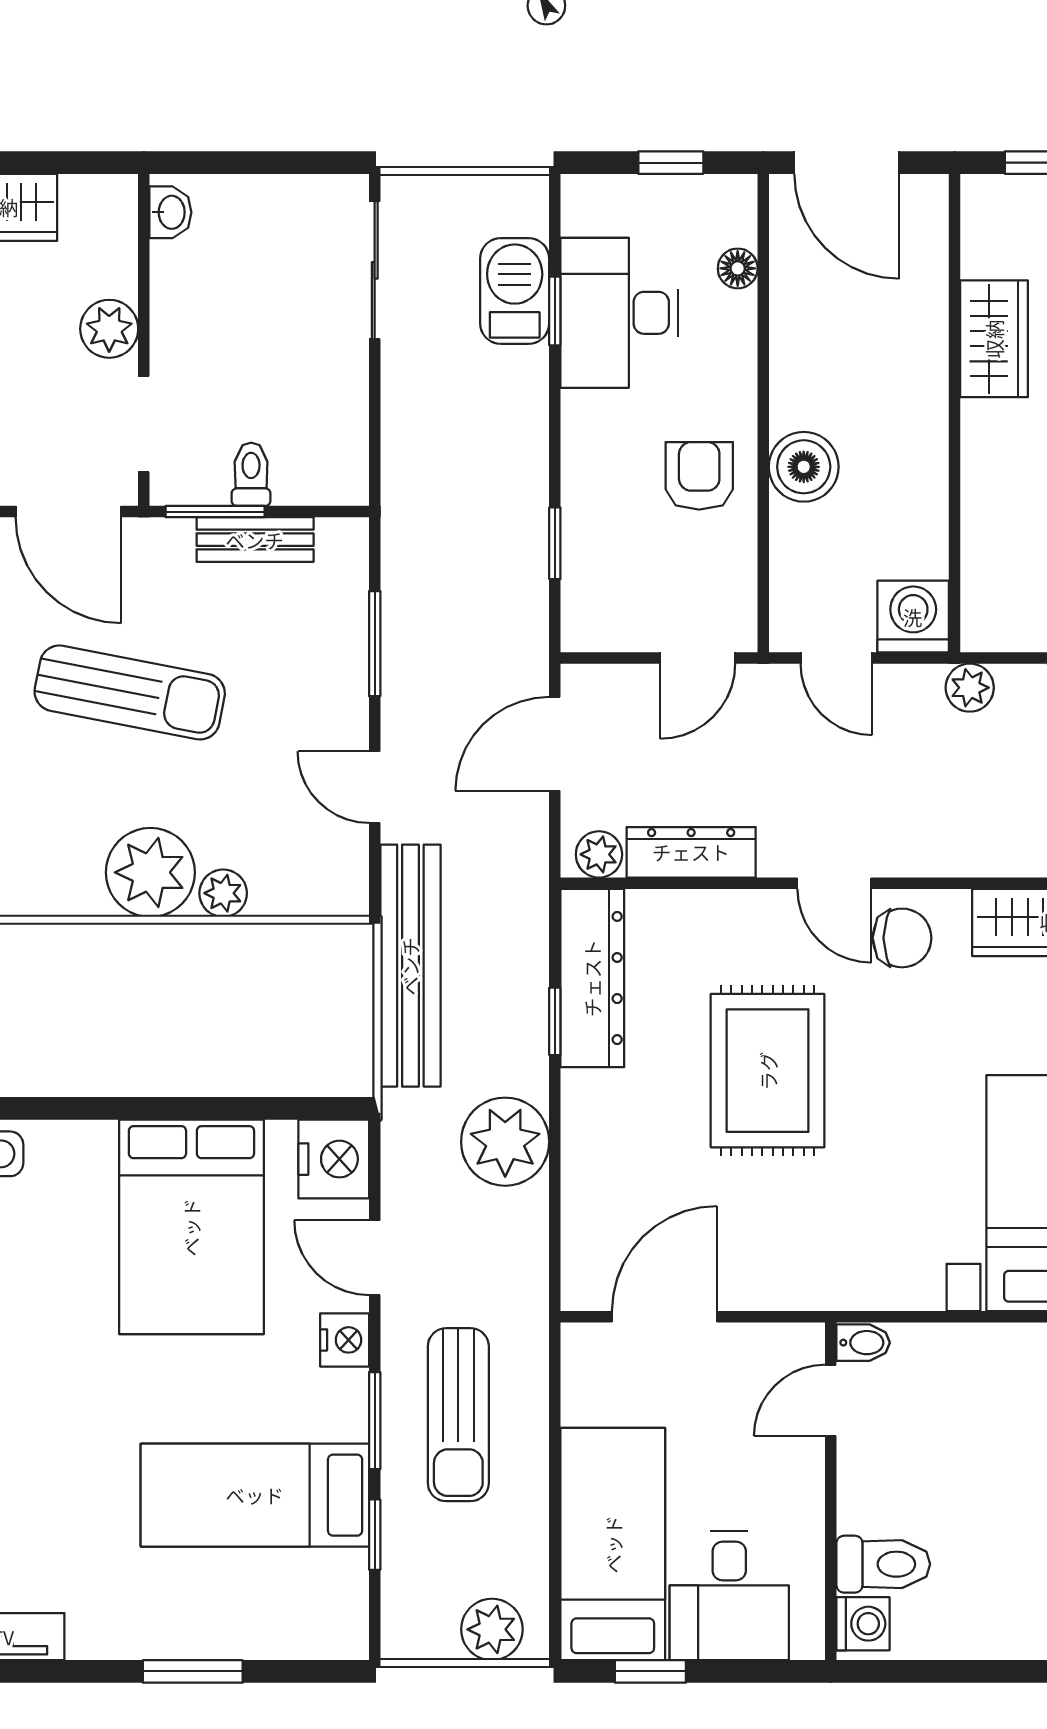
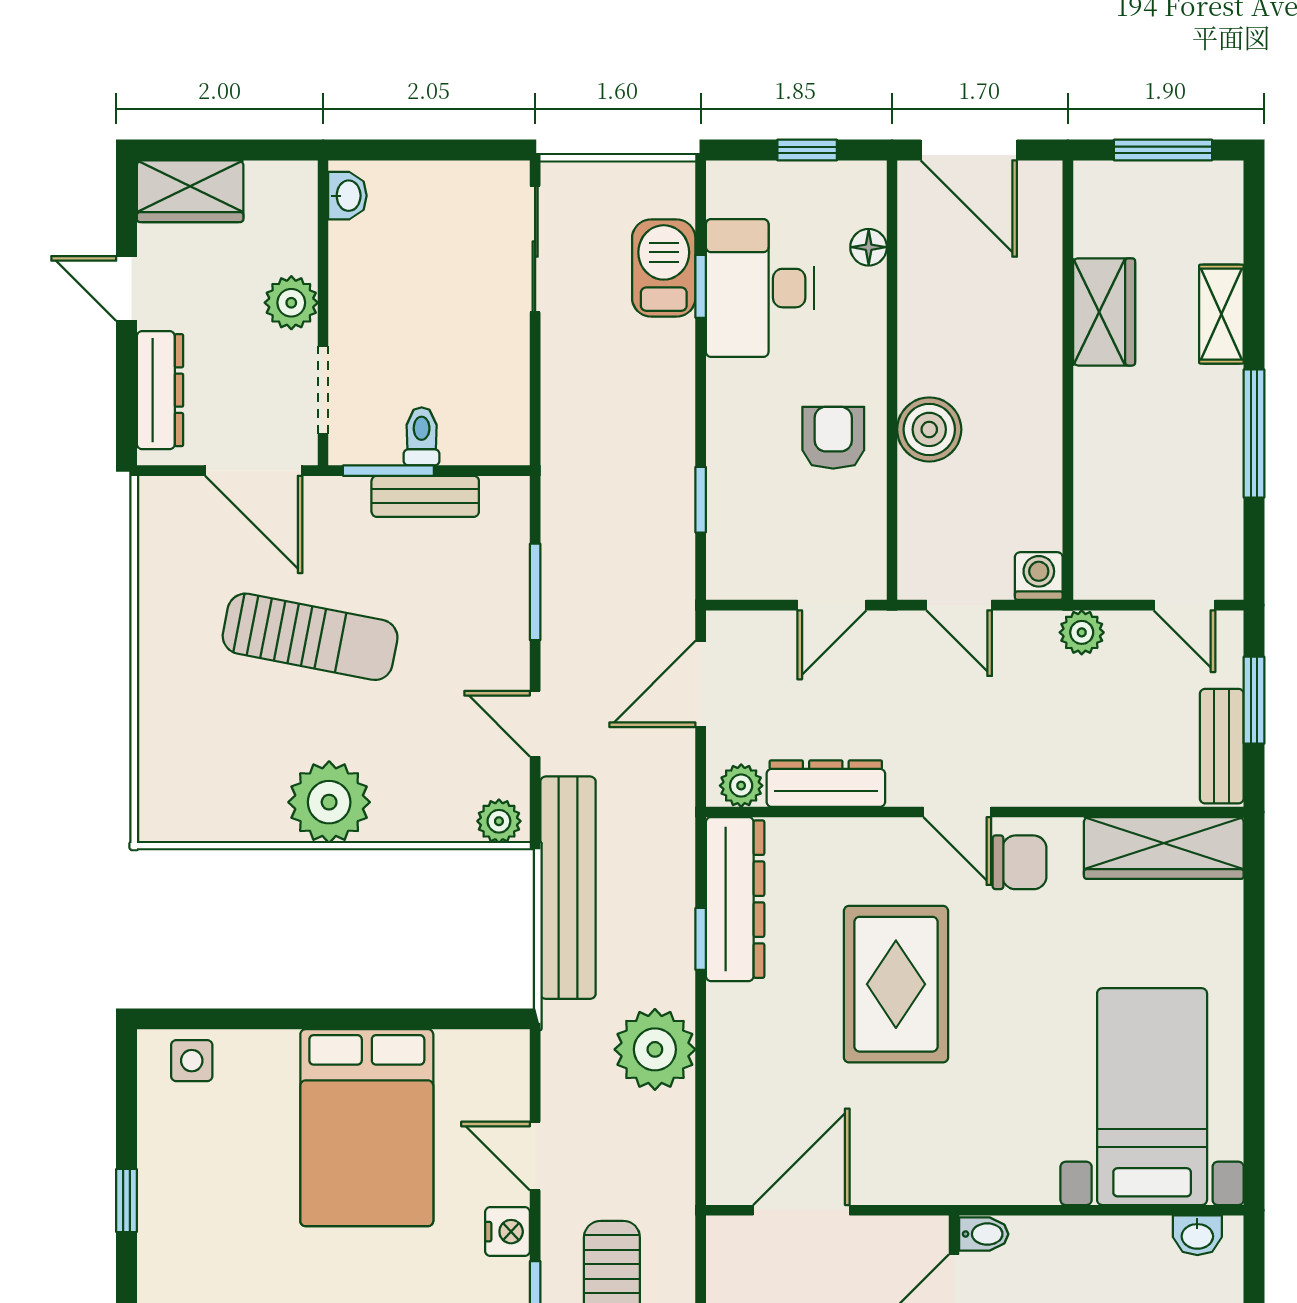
washing machine: (913, 617) -> (1039, 576), width x0.73, depth x0.73
plant: (223, 893) -> (499, 821), moved
nightstand: (334, 1159) -> (497, 1065), removed

